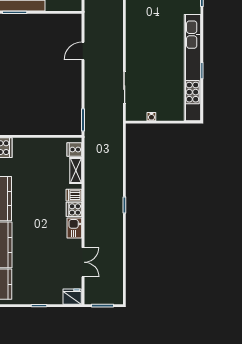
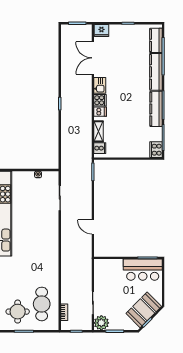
door: (83, 51) -> (93, 227), swing flipped
double door: (83, 262) -> (93, 58), width x1.37

